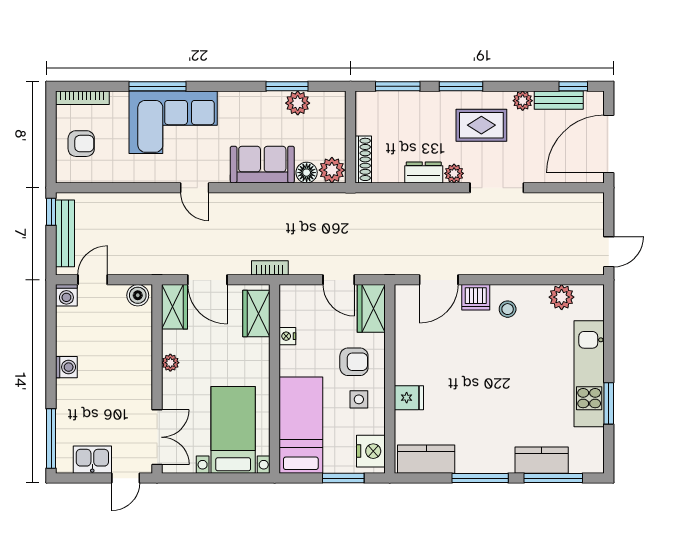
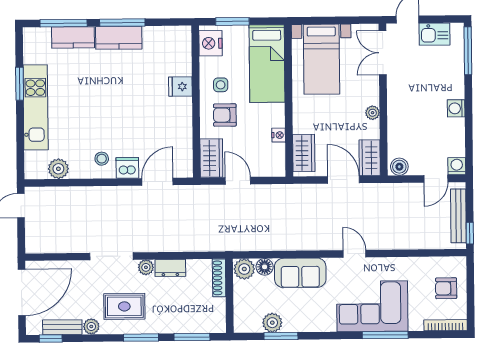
bookcase: (270, 268) -> (293, 190), removed
kitchen counter: (426, 459) -> (119, 38), moved

